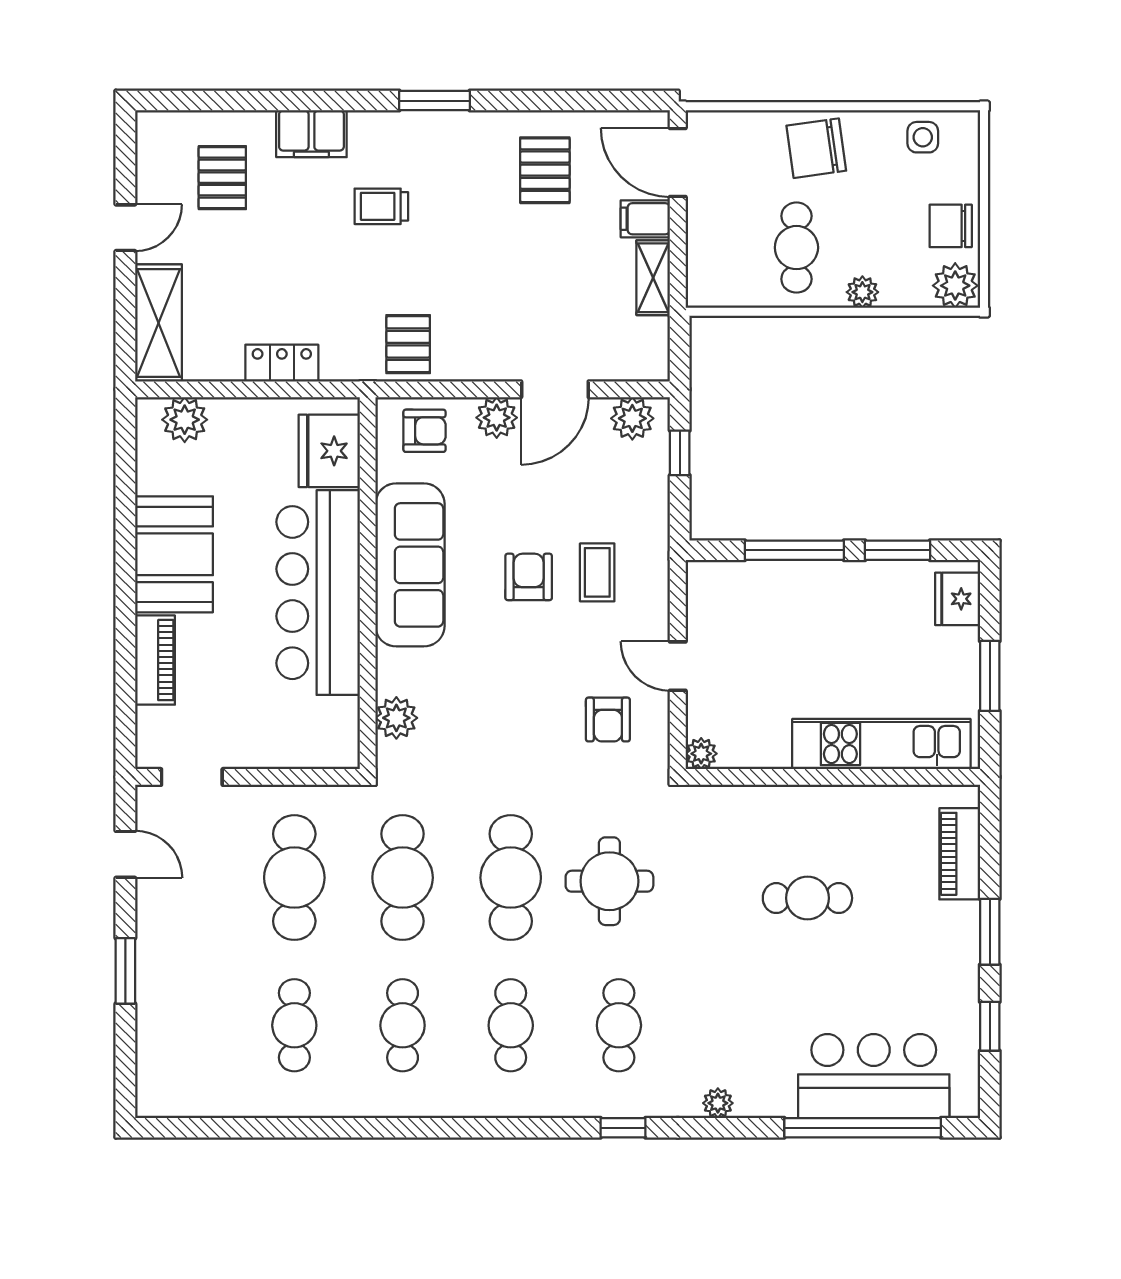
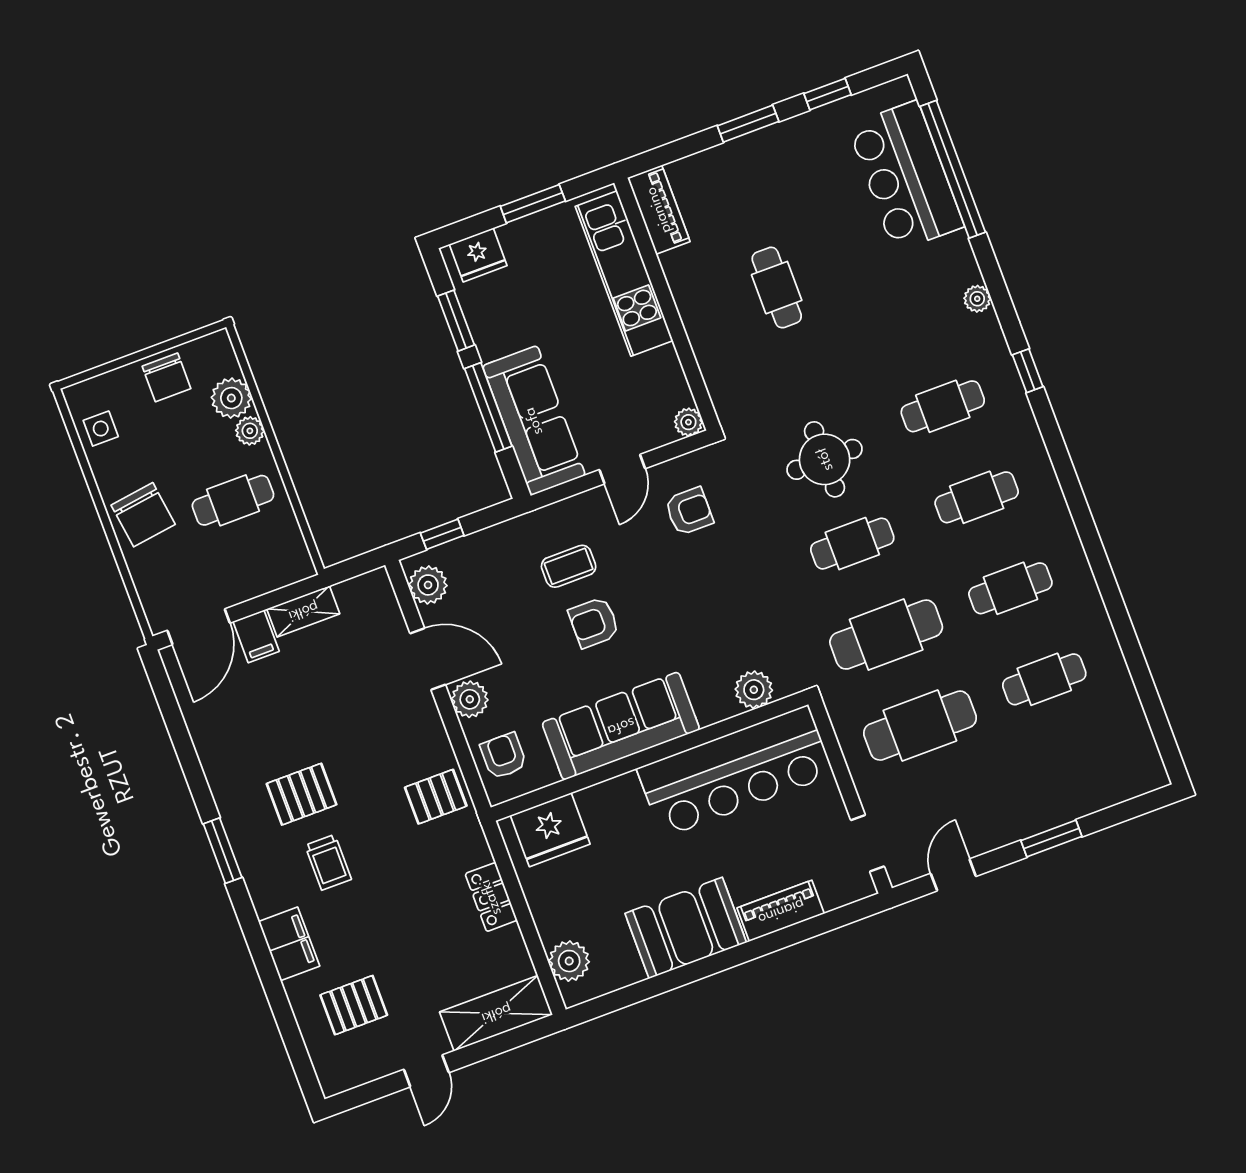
pallet: (545, 170) -> (302, 794), moved
door: (125, 228) -> (426, 1071), swing flipped
plant: (955, 286) -> (231, 398), moved
bar counter: (318, 593) -> (735, 771), moved
sofa: (763, 593) -> (534, 421), added
piano: (960, 854) -> (659, 210), moved, turned -90
cafe table: (511, 878) -> (852, 544), width x0.73, depth x0.74

